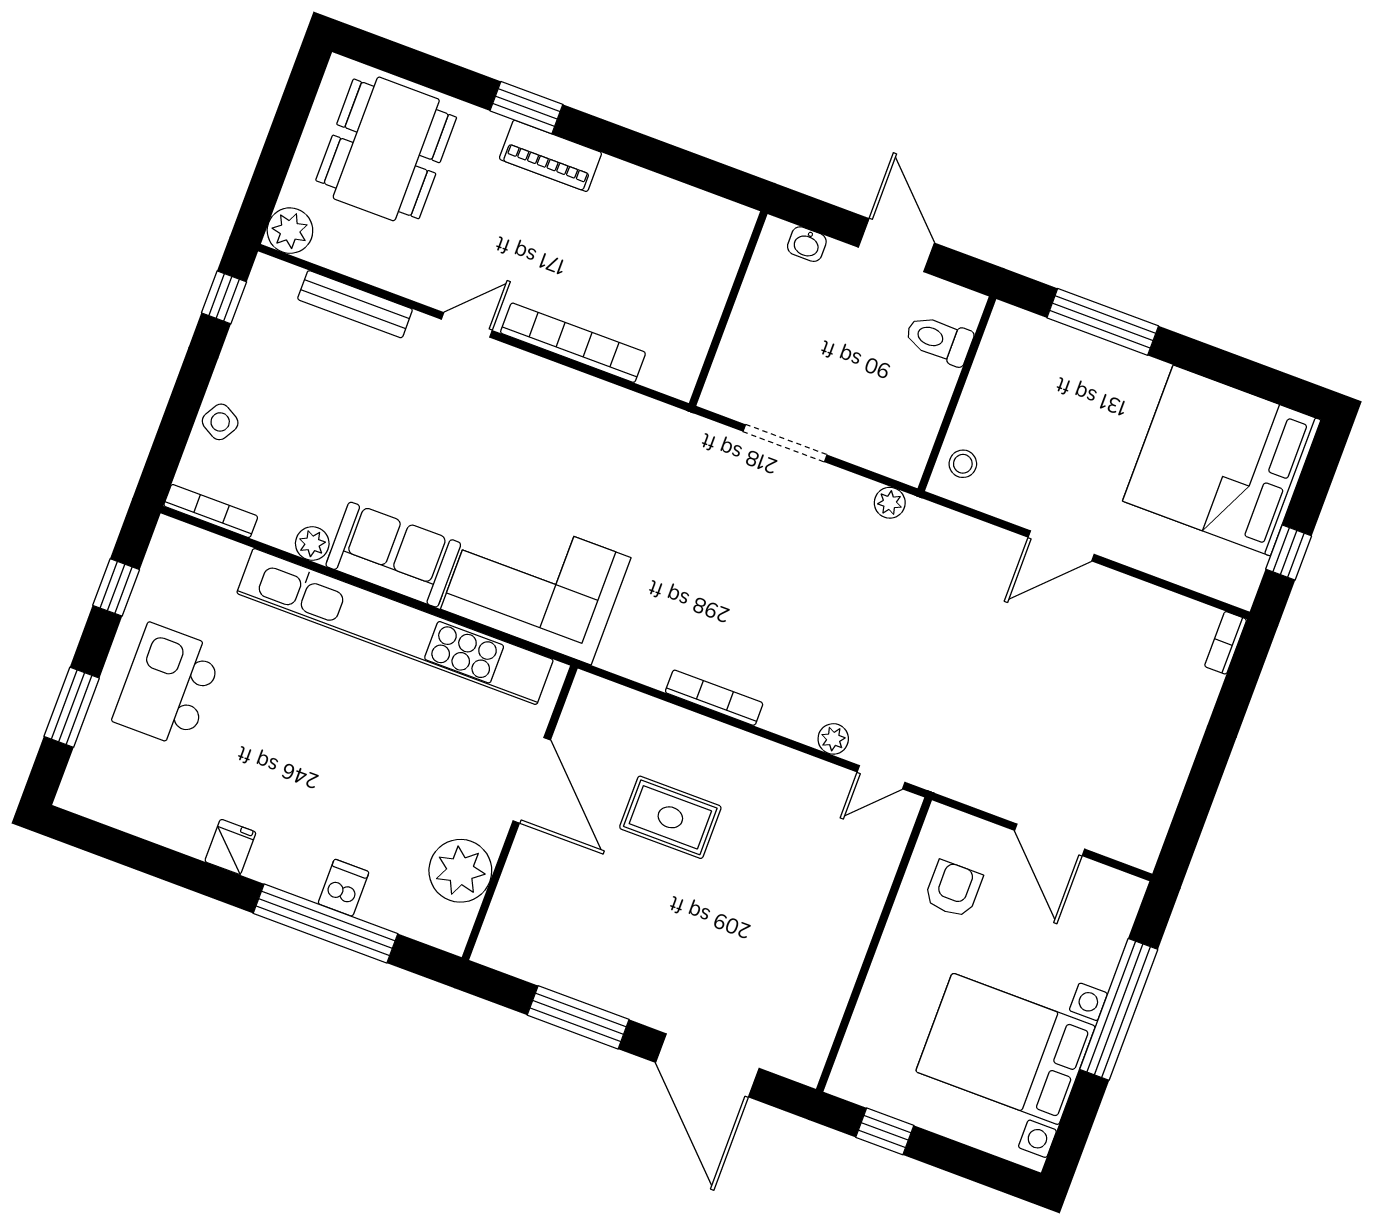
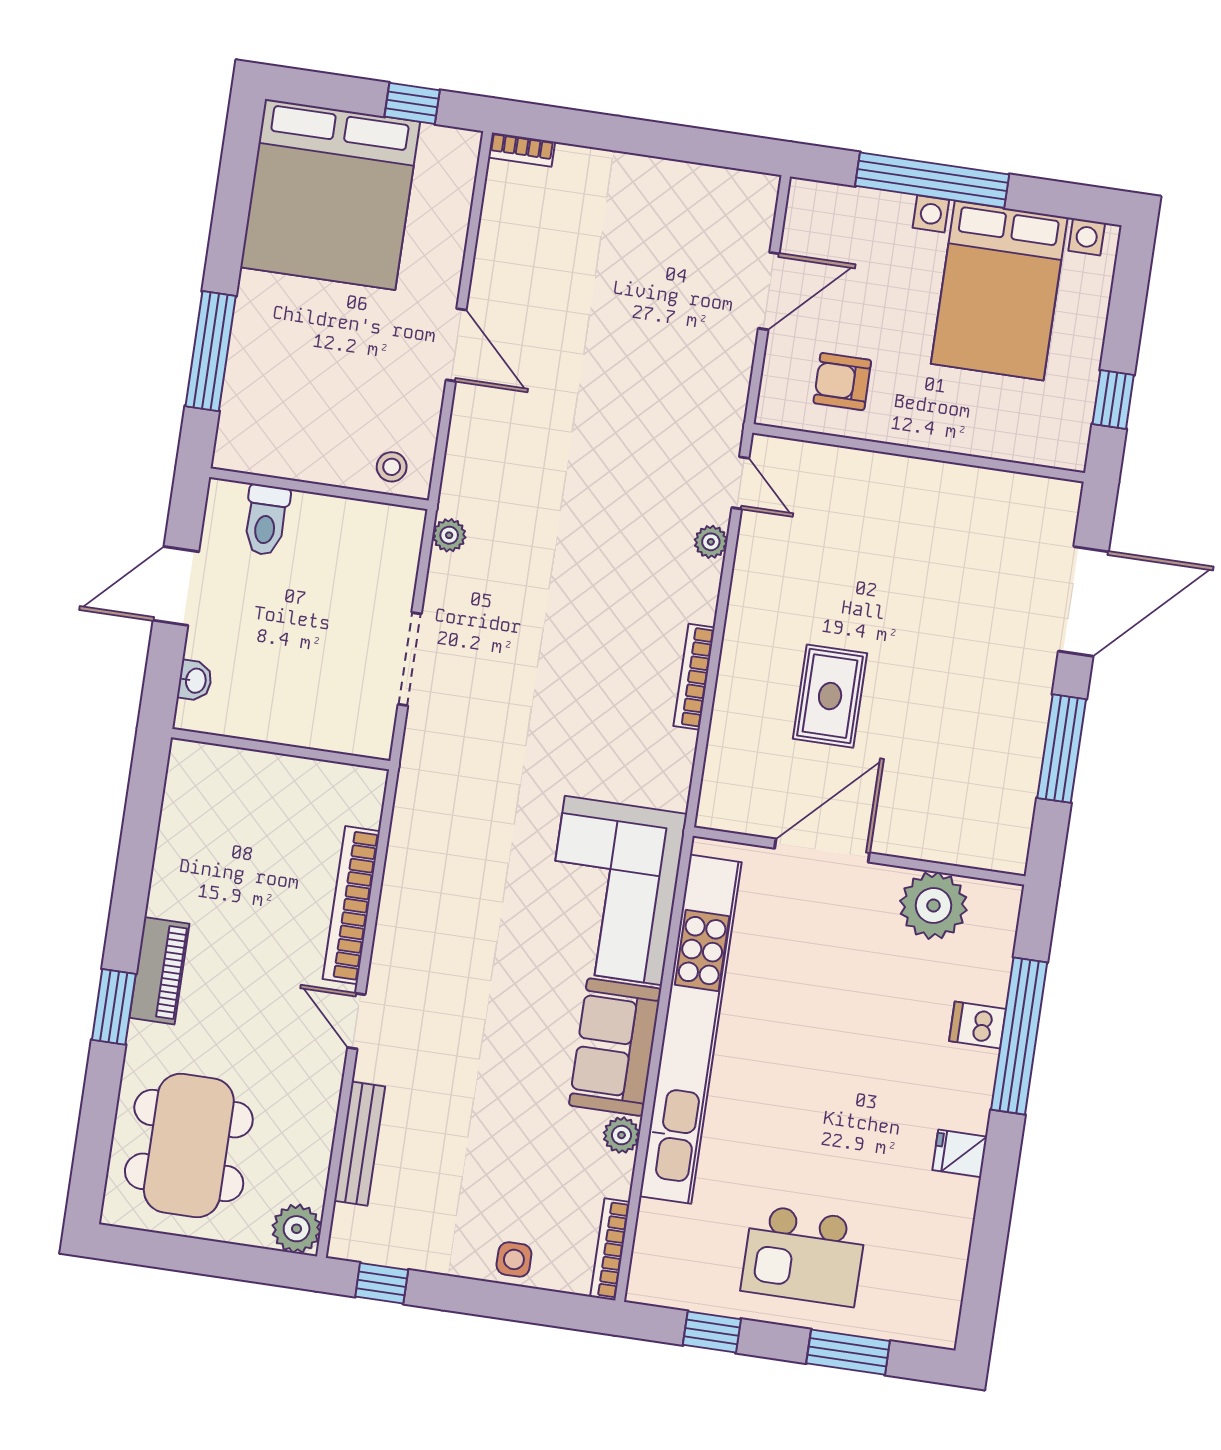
dining table: (386, 149) -> (189, 1146), turned 90
side table: (220, 422) -> (514, 1259), turned -30

